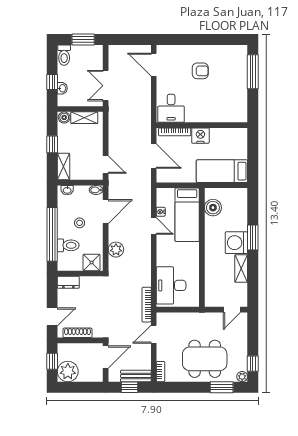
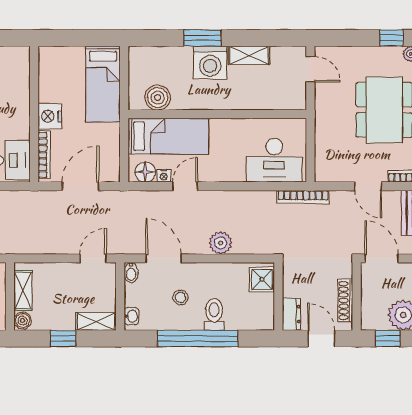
floor lamp: (163, 199) -> (145, 172), added
shower: (92, 263) -> (262, 279), moved
wall: (80, 274) -> (278, 296), moved
dresser: (68, 282) -> (292, 314), moved
door: (154, 334) -> (368, 186), moved

